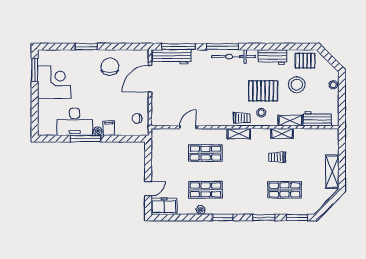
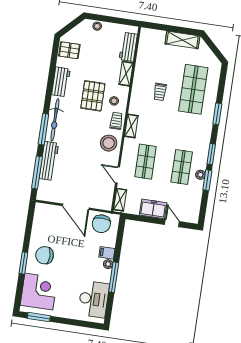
workbench: (172, 57) -> (49, 161), moved
pallet: (305, 61) -> (69, 50), turned 90
chair: (110, 67) -> (45, 255), moved
door: (150, 79) -> (76, 207), moved
corner desk: (54, 82) -> (39, 291), moved, turned 90
stool: (297, 85) -> (109, 143), moved
chair: (137, 118) -> (101, 224), width x1.87, depth x1.87
desk: (75, 122) -> (94, 299), moved
shelving: (282, 133) -> (120, 200), moved
shop shelf: (285, 190) -> (193, 89), width x1.43, depth x1.36
freezer: (164, 206) -> (153, 209), moved, turned 90
window: (297, 218) -> (207, 180), moved

